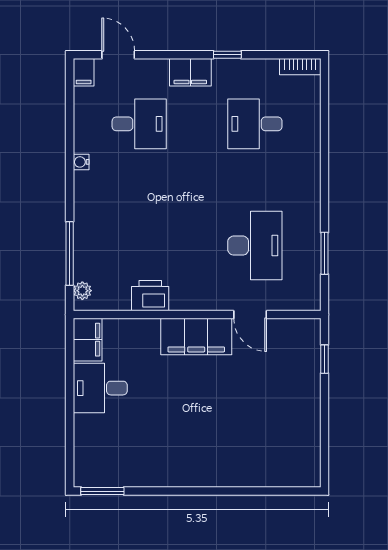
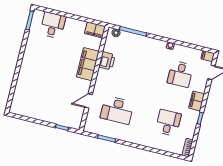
filing cabinet: (196, 337) -> (88, 64), moved
desk: (100, 388) -> (53, 25), moved

